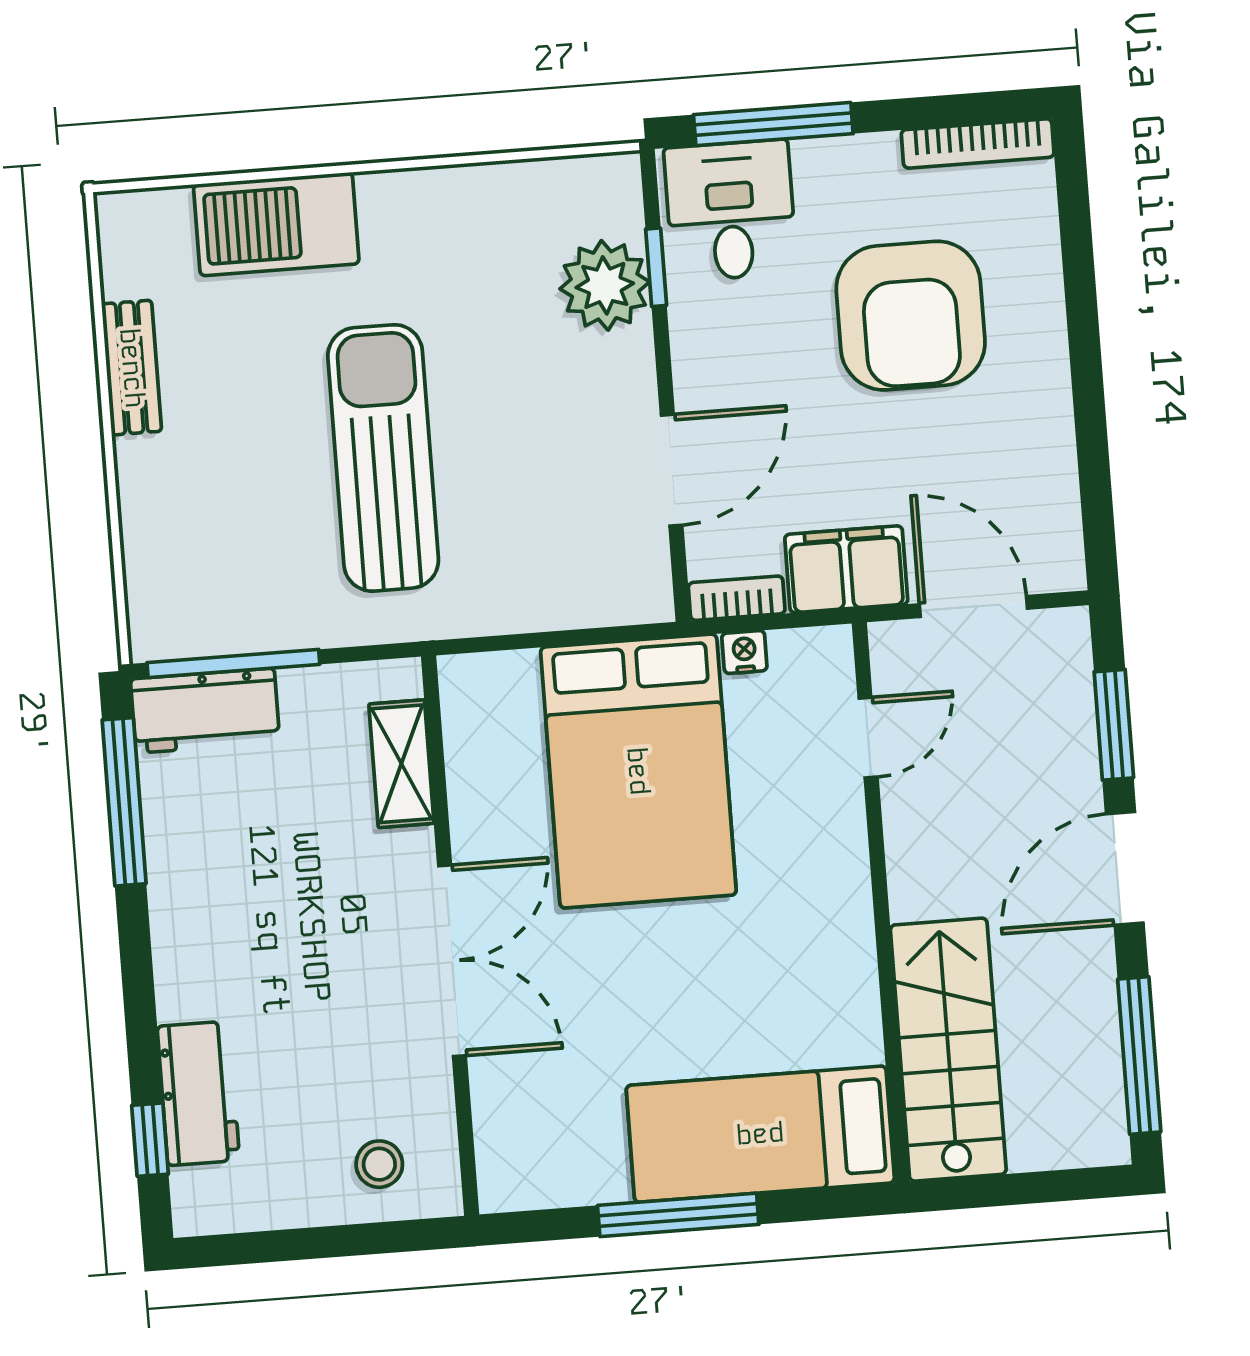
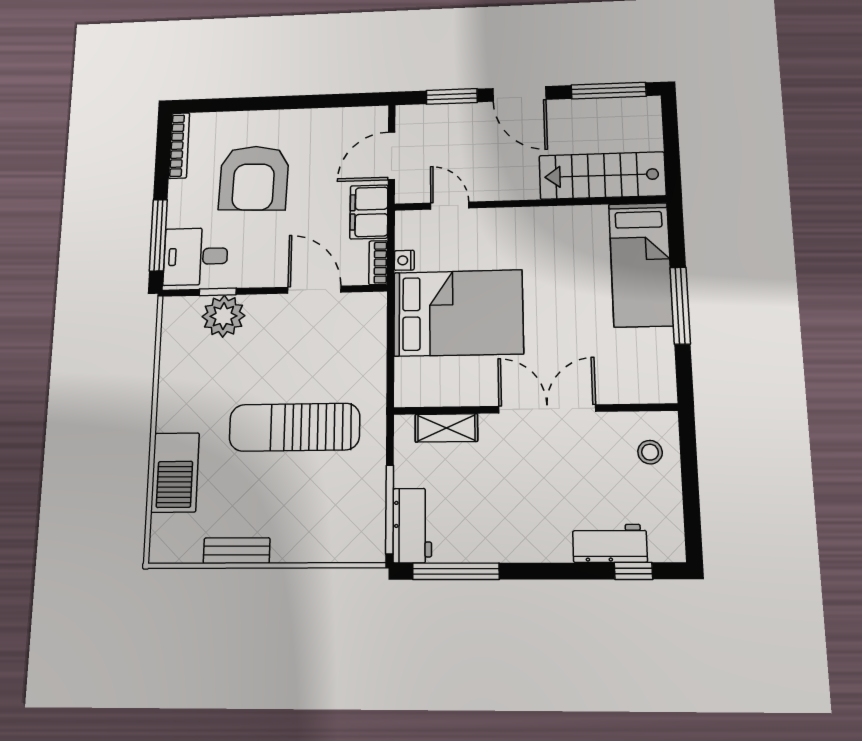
armchair: (911, 316) -> (254, 178), turned 92

